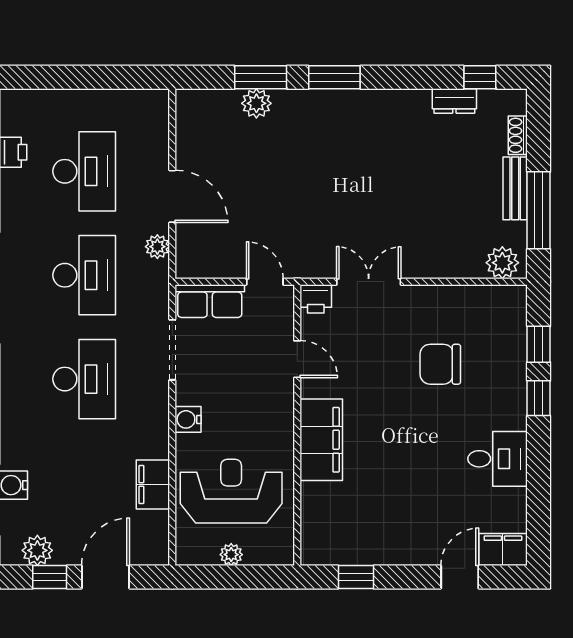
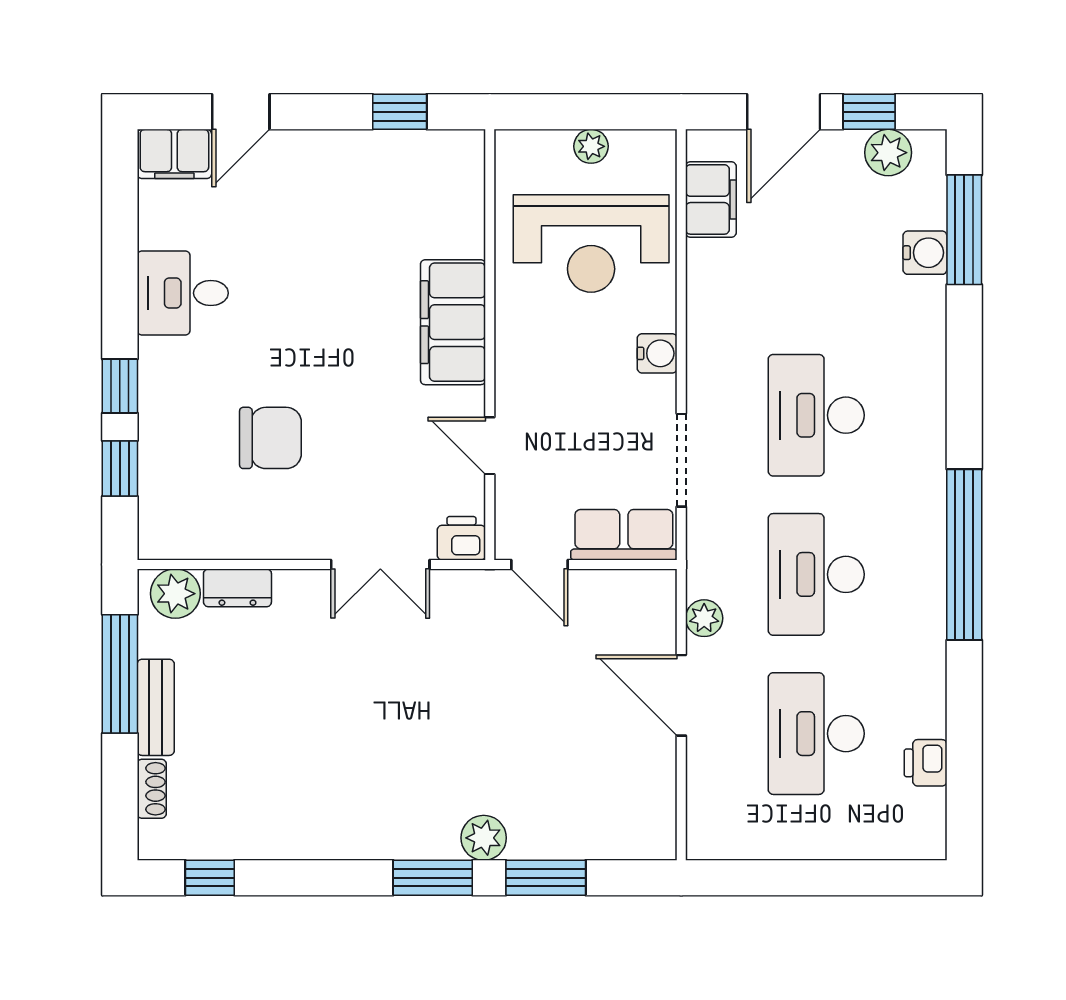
dresser: (454, 101) -> (237, 588), moved, turned 180
plant: (256, 103) -> (484, 838), moved
filing cabinet: (153, 484) -> (711, 199), moved

